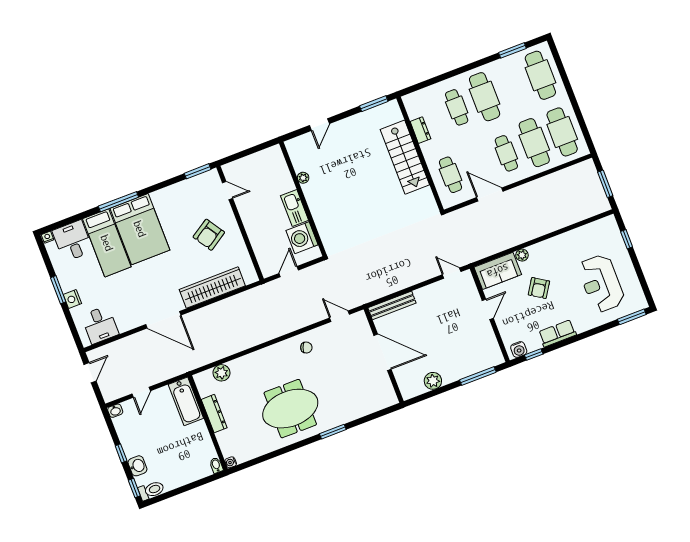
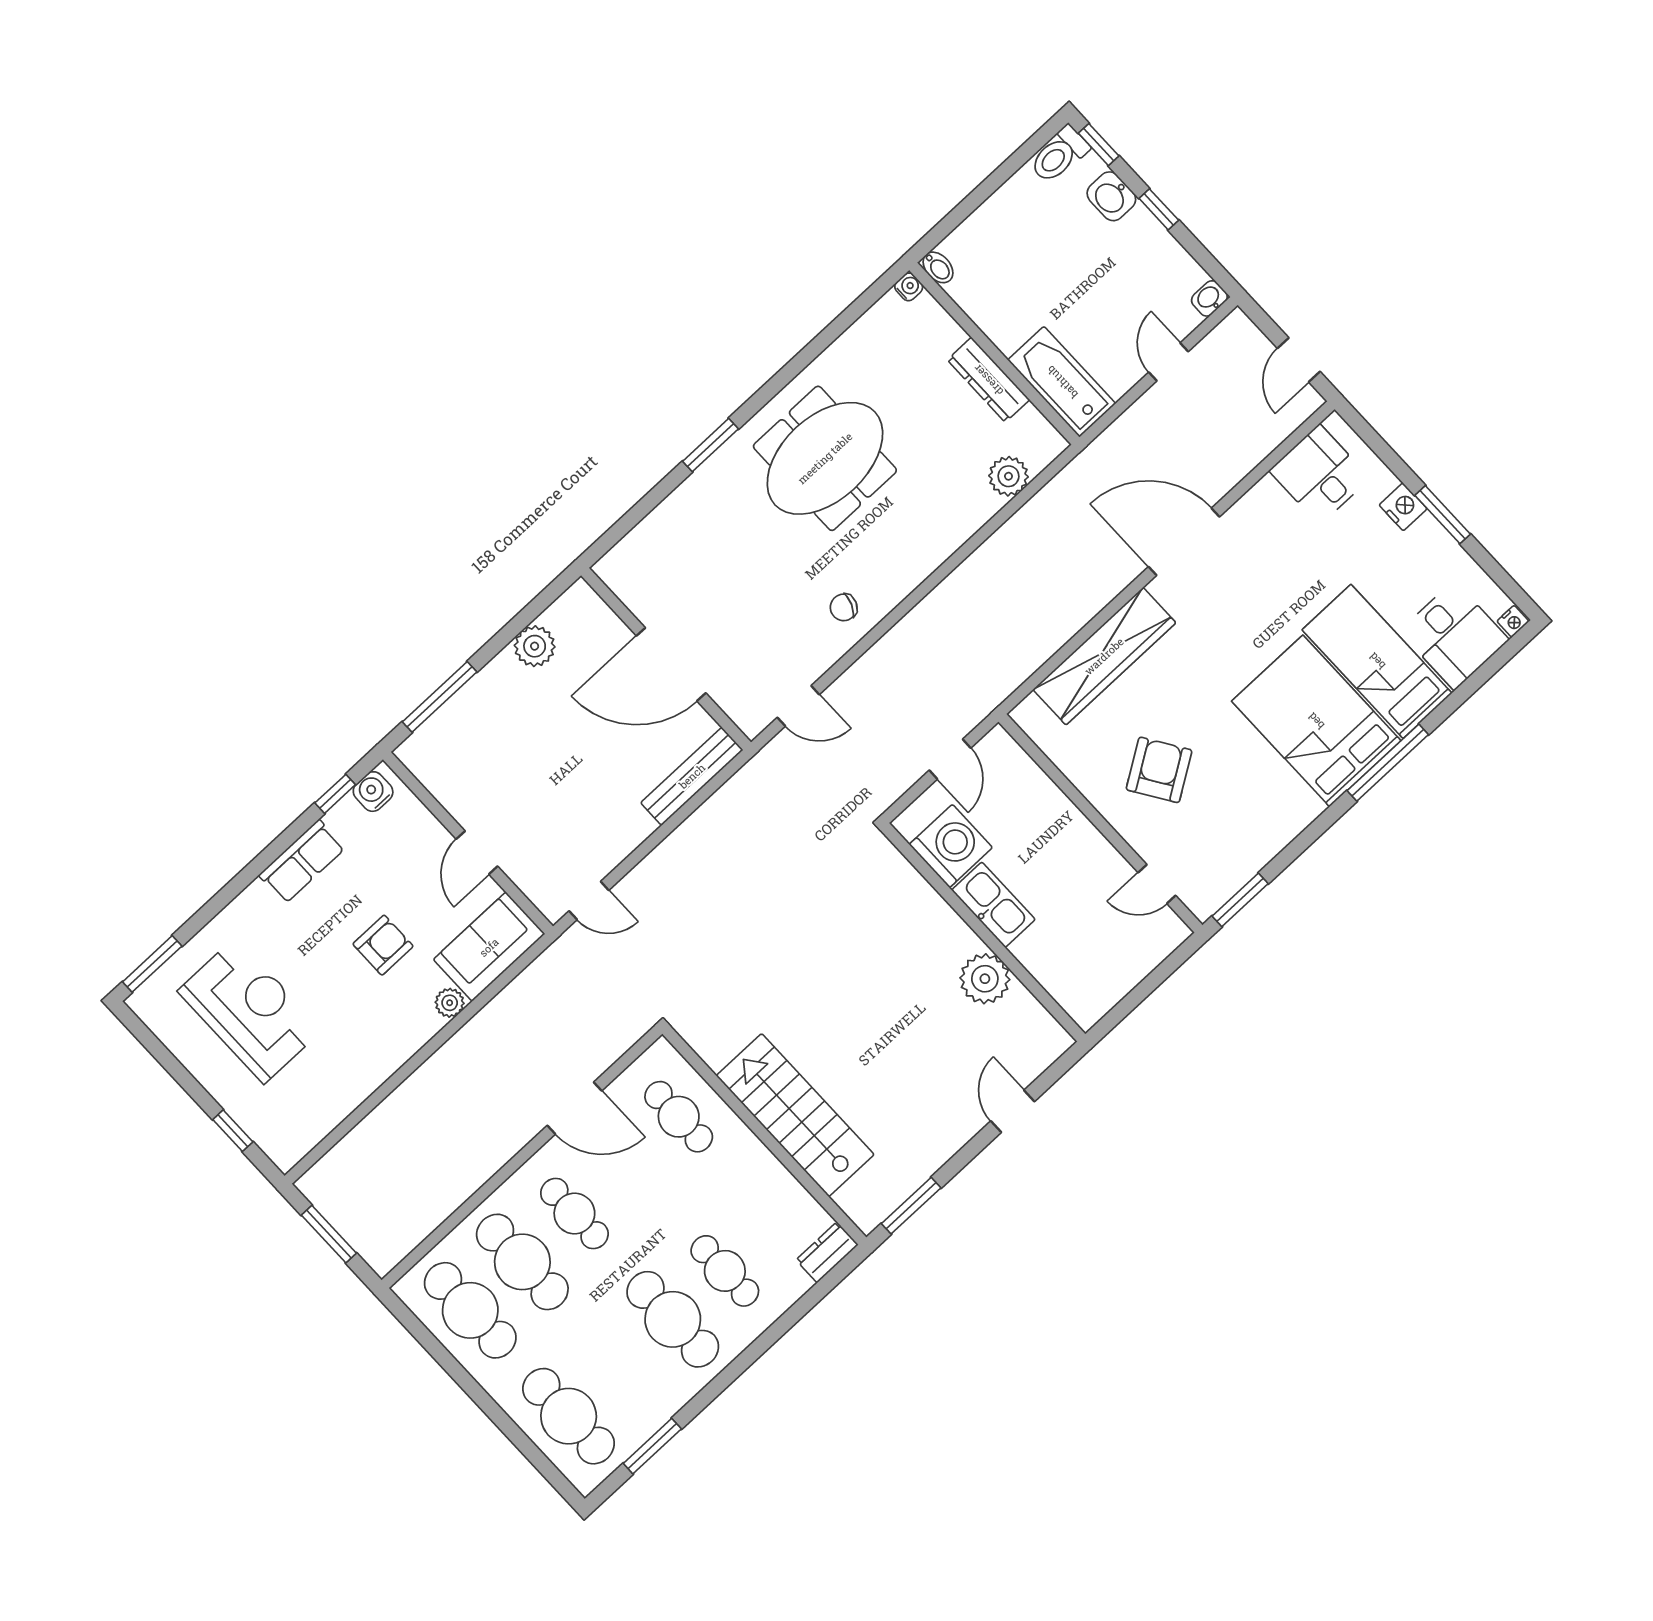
dresser: (420, 130) -> (827, 1252), moved, turned 90
plant: (303, 178) -> (985, 979), width x1.88, depth x1.88
armchair: (539, 288) -> (383, 945), turned 57

